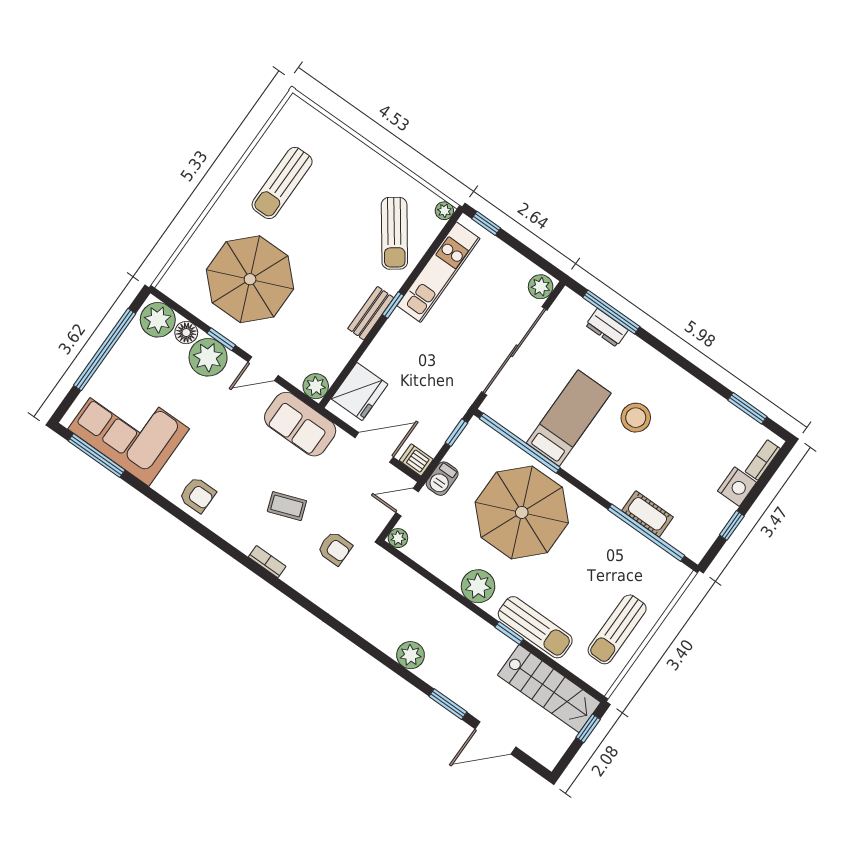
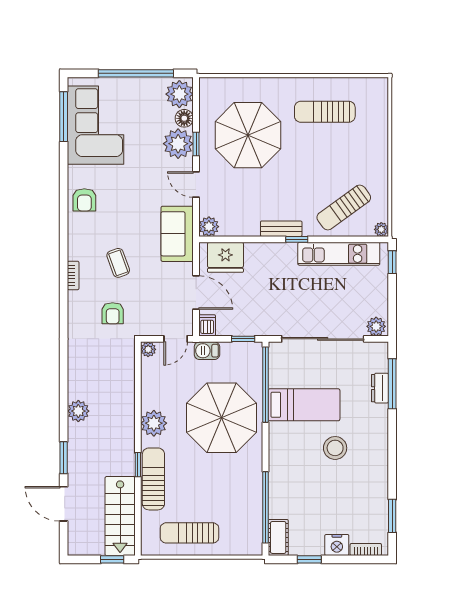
door: (407, 502) -> (176, 339), swing flipped
cot: (648, 514) -> (278, 537), moved
sun lounger: (535, 627) -> (153, 479), turned 180

